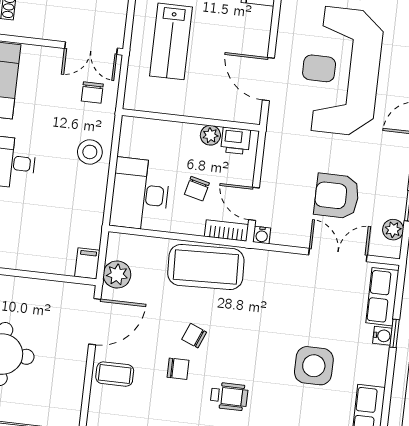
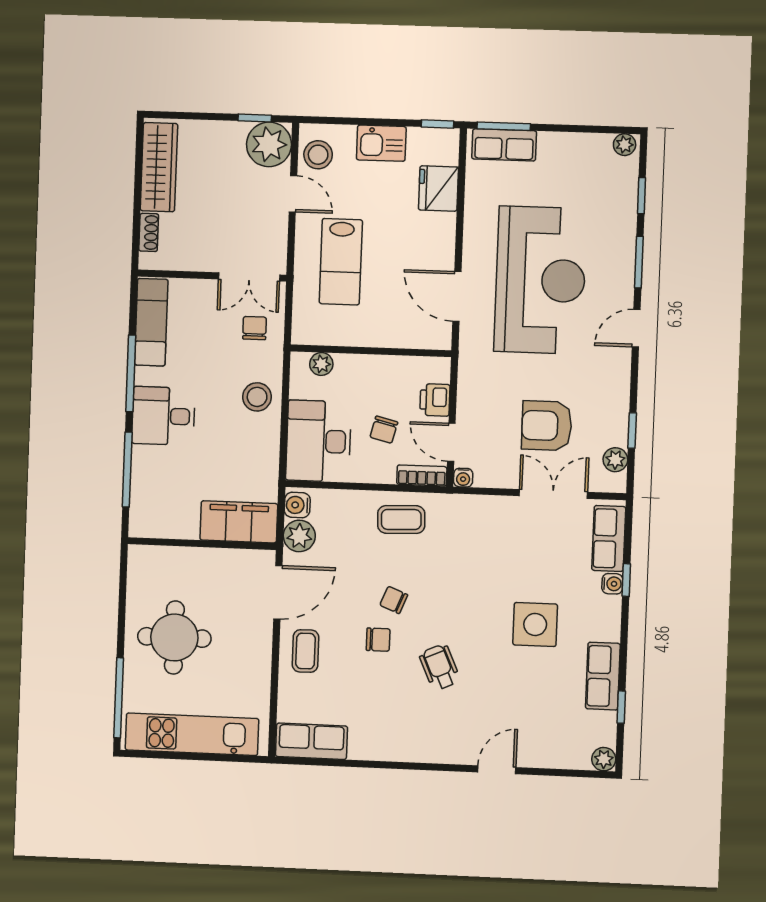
reception desk: (341, 71) -> (540, 280), turned 180
chair: (92, 93) -> (255, 328), turned 180
plant: (210, 135) -> (321, 364), moved
printer: (236, 141) -> (435, 400), moved, turned 90
water cooler: (117, 248) -> (297, 505), added
filing cabinet: (87, 263) -> (239, 522), width x3.00, depth x1.17
coffee table: (206, 267) -> (401, 520), width x0.54, depth x0.58
coffee table: (115, 374) -> (305, 651), turned 90
wheelchair: (229, 396) -> (440, 667), turned -114

